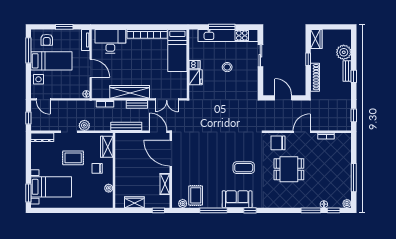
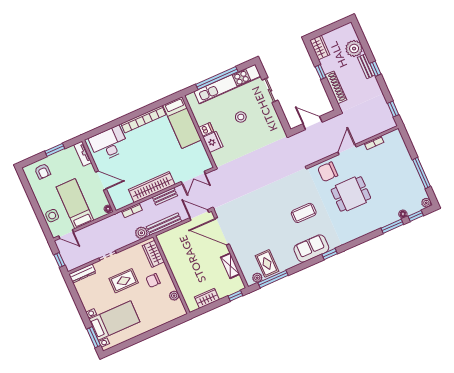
window: (222, 27) -> (217, 78), width x1.46
window: (28, 50) -> (29, 190), removed
bed: (51, 61) -> (75, 204), moved, turned -90
plant: (84, 125) -> (141, 233), moved
window: (214, 210) -> (273, 279), moved

